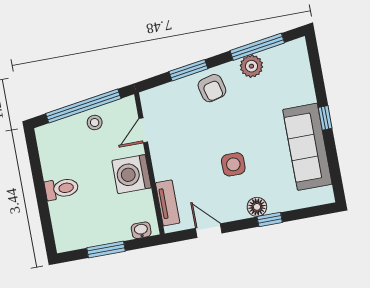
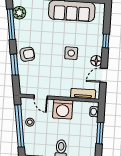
plant: (251, 66) -> (19, 13), moved
floor lamp: (257, 207) -> (96, 61), moved

